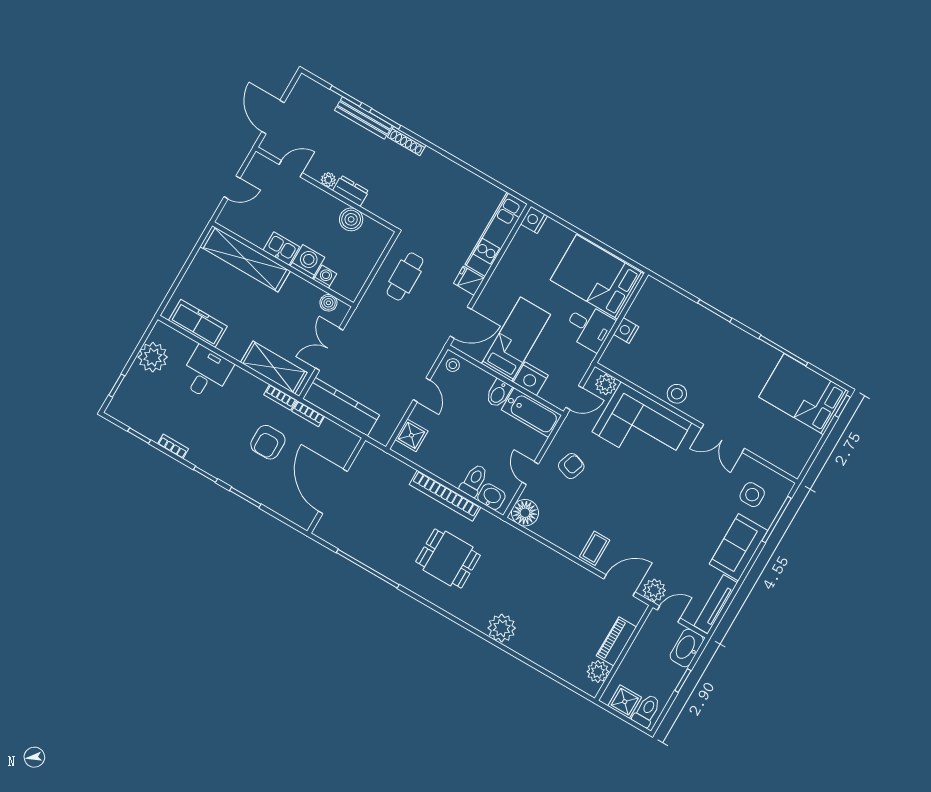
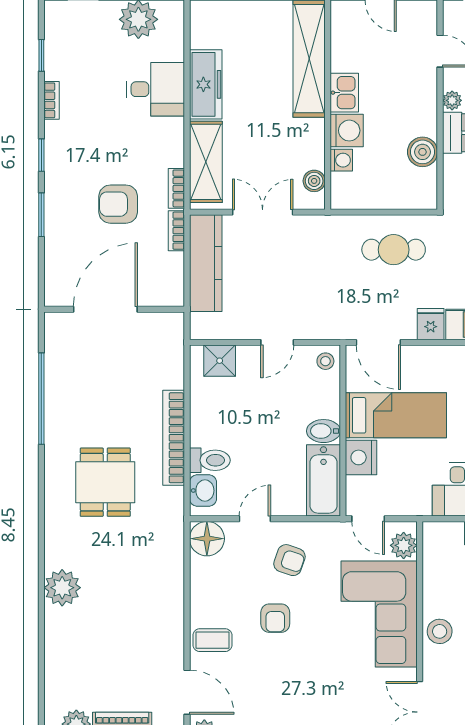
freezer: (198, 323) -> (206, 84), moved
armchair: (604, 498) -> (275, 618), added

